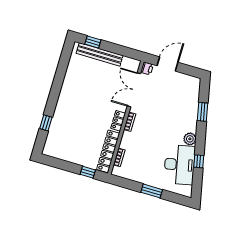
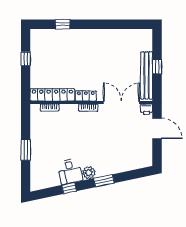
window: (93, 42) -> (157, 67), moved
bench: (100, 54) -> (147, 75), moved
window: (203, 112) -> (104, 181), moved
desk: (179, 165) -> (70, 171), width x0.53, depth x0.77
window: (88, 172) -> (26, 59), moved

